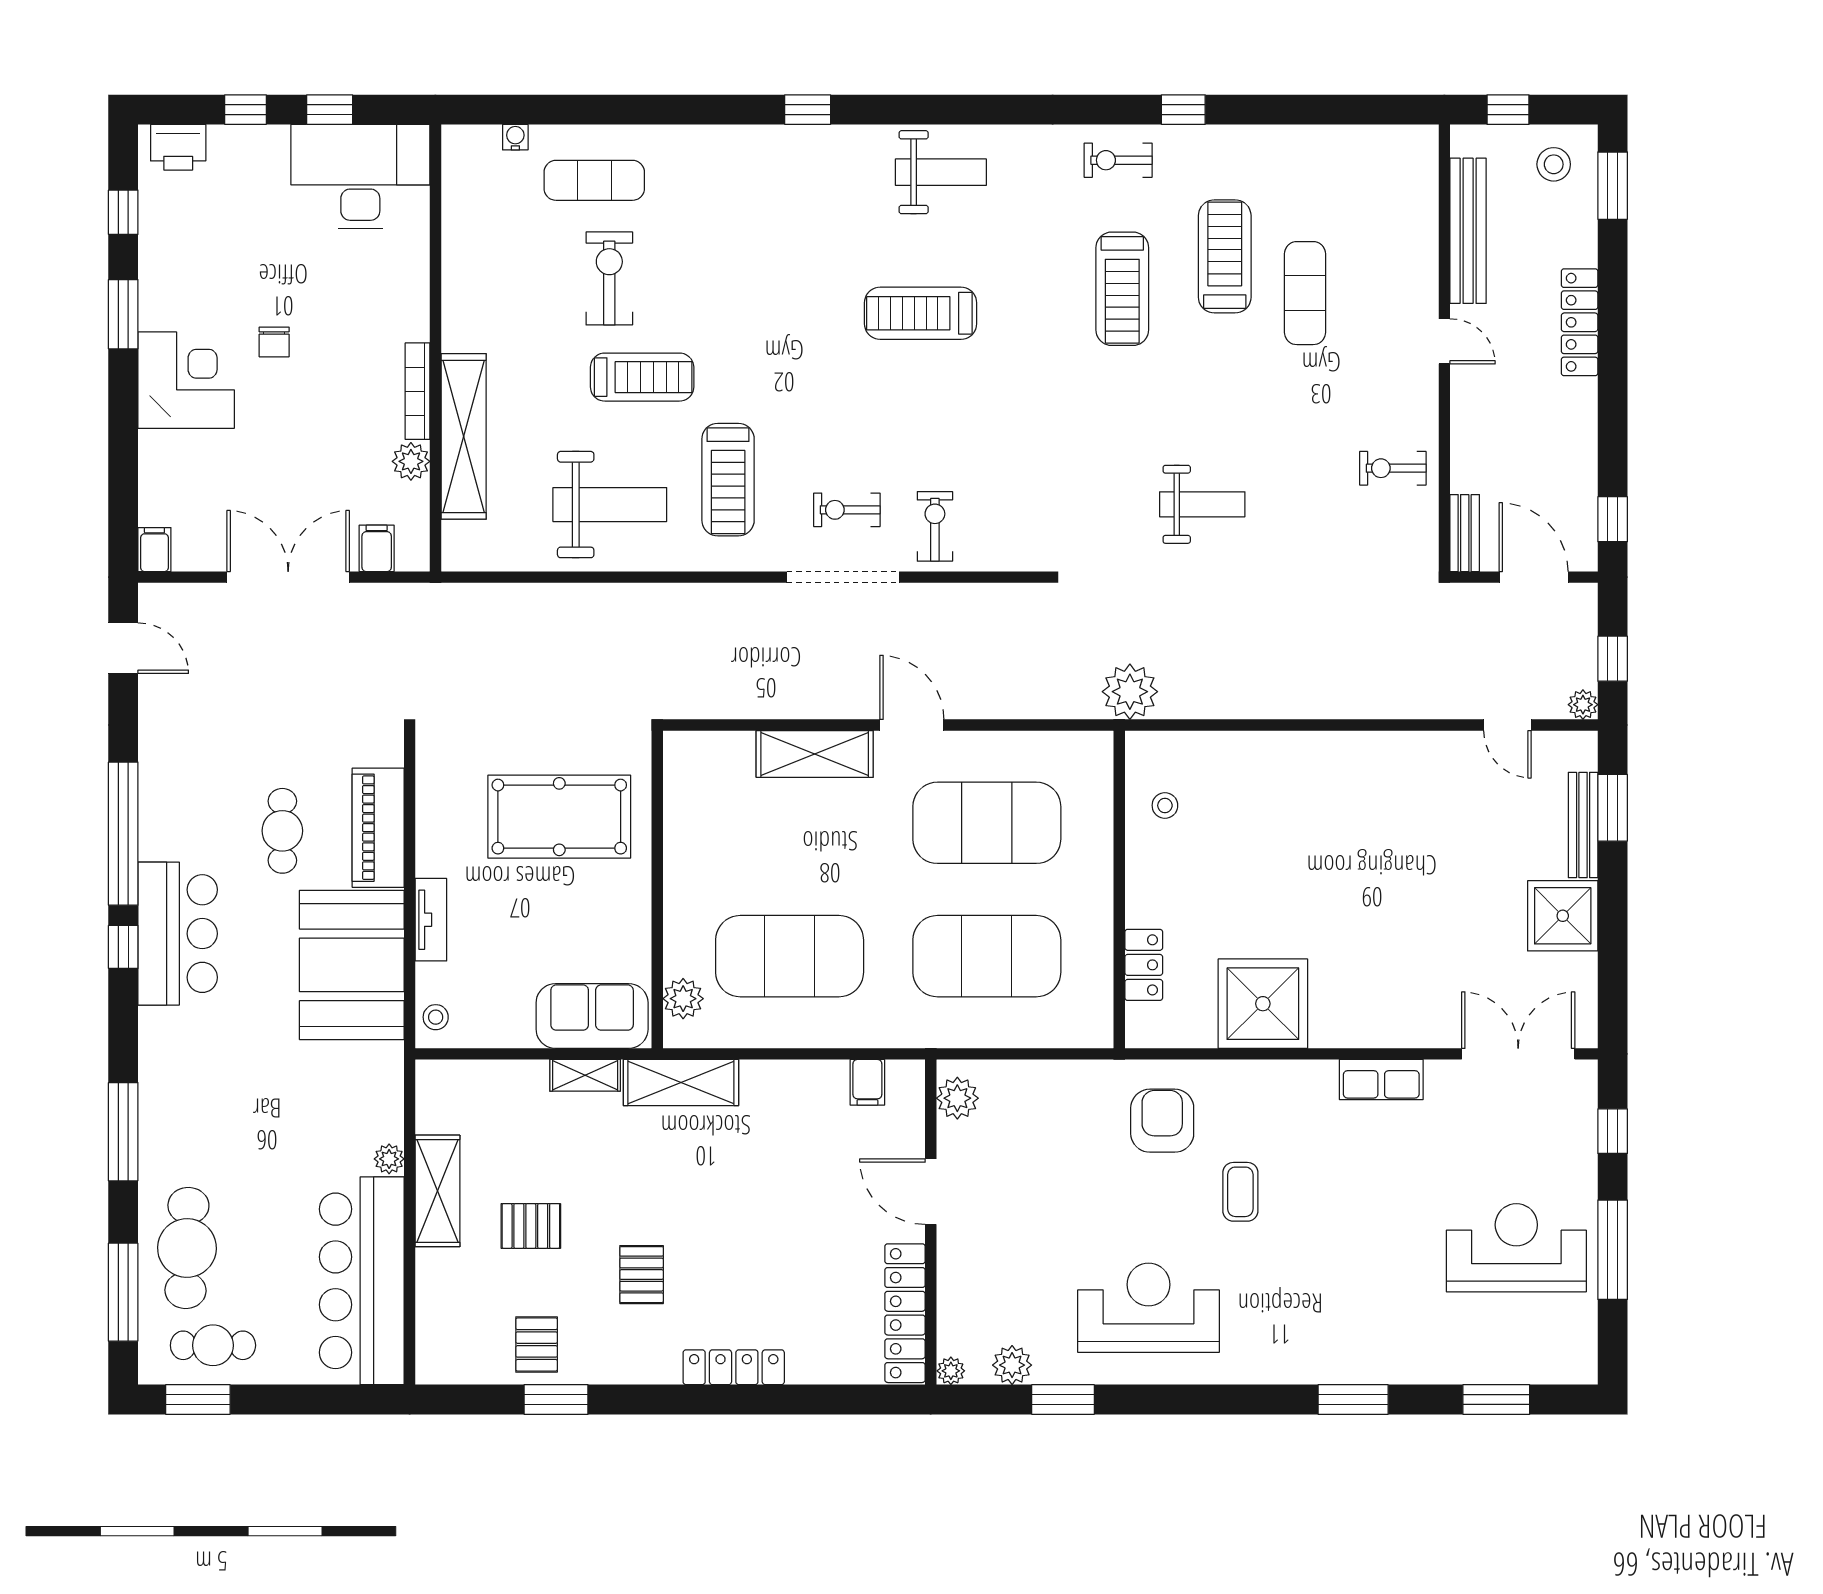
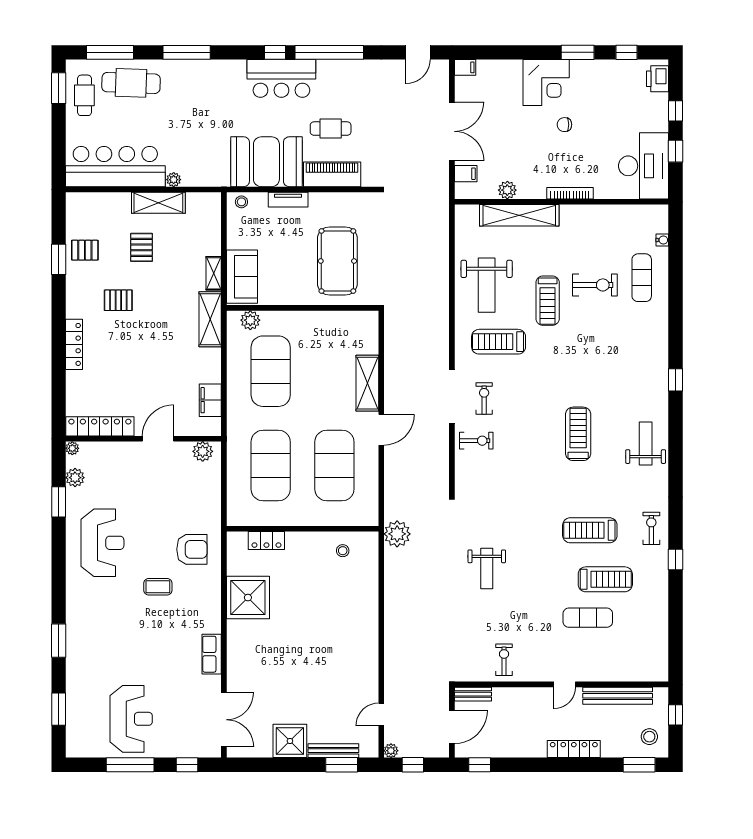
weight bench: (941, 172) -> (646, 444), turned 180
bookcase: (418, 391) -> (570, 193), moved
filing cabinet: (867, 1082) -> (210, 400), width x2.00

